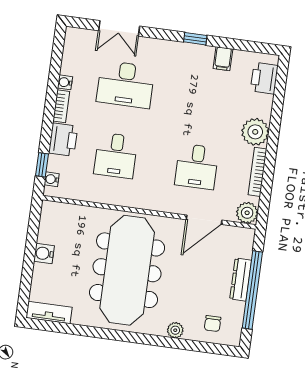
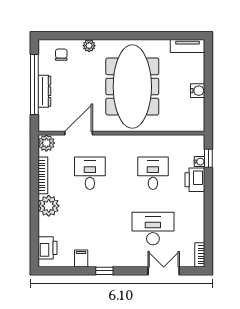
water cooler: (65, 82) -> (199, 224), removed
bookcase: (61, 106) -> (200, 255), moved
water cooler: (52, 179) -> (200, 162), moved

